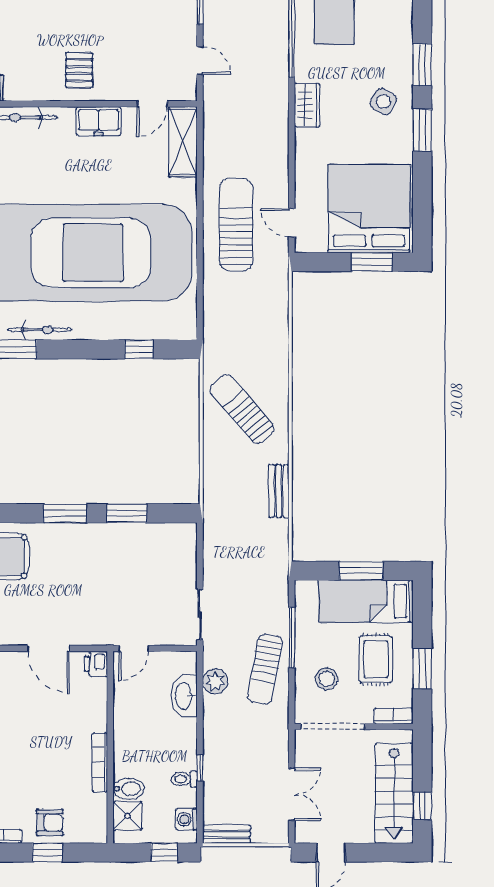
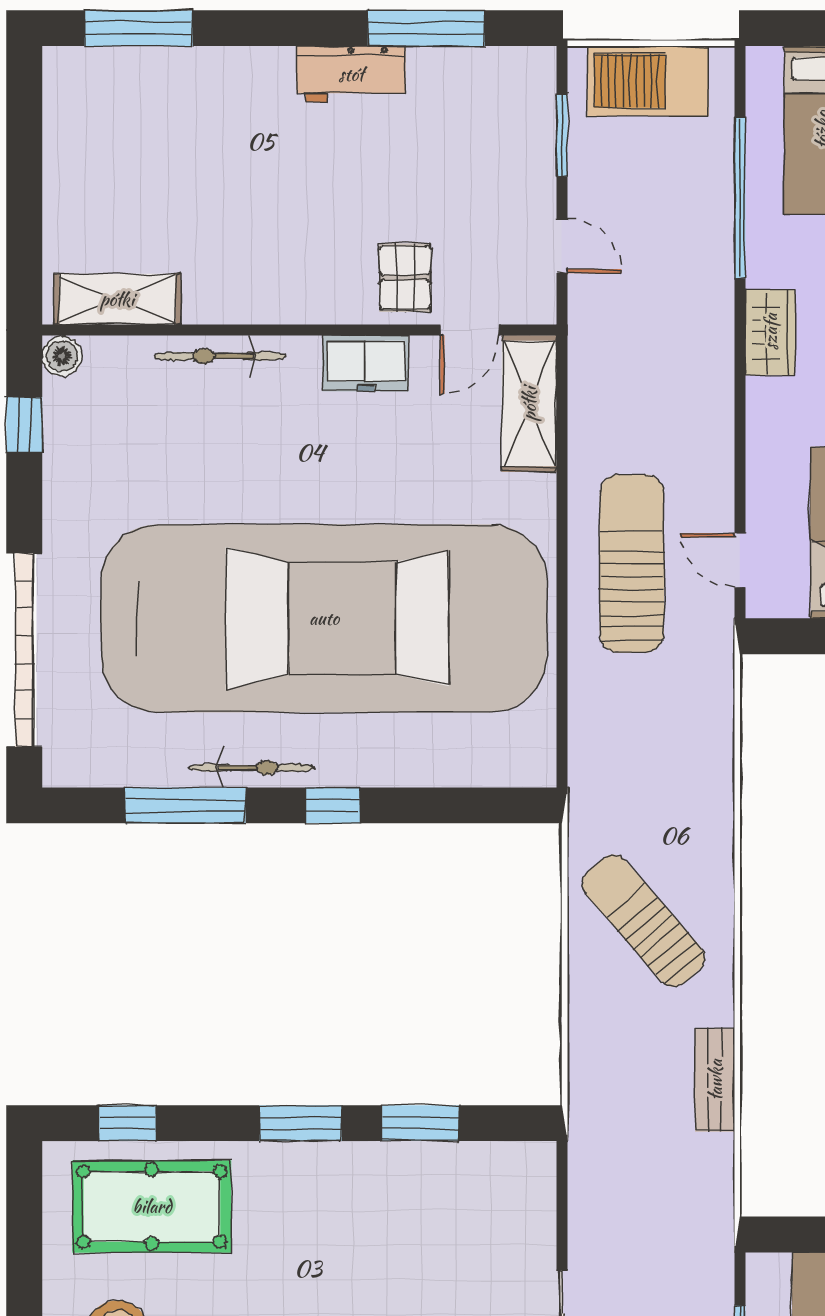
pallet: (79, 70) -> (405, 278), moved
window: (139, 349) -> (333, 805), moved

